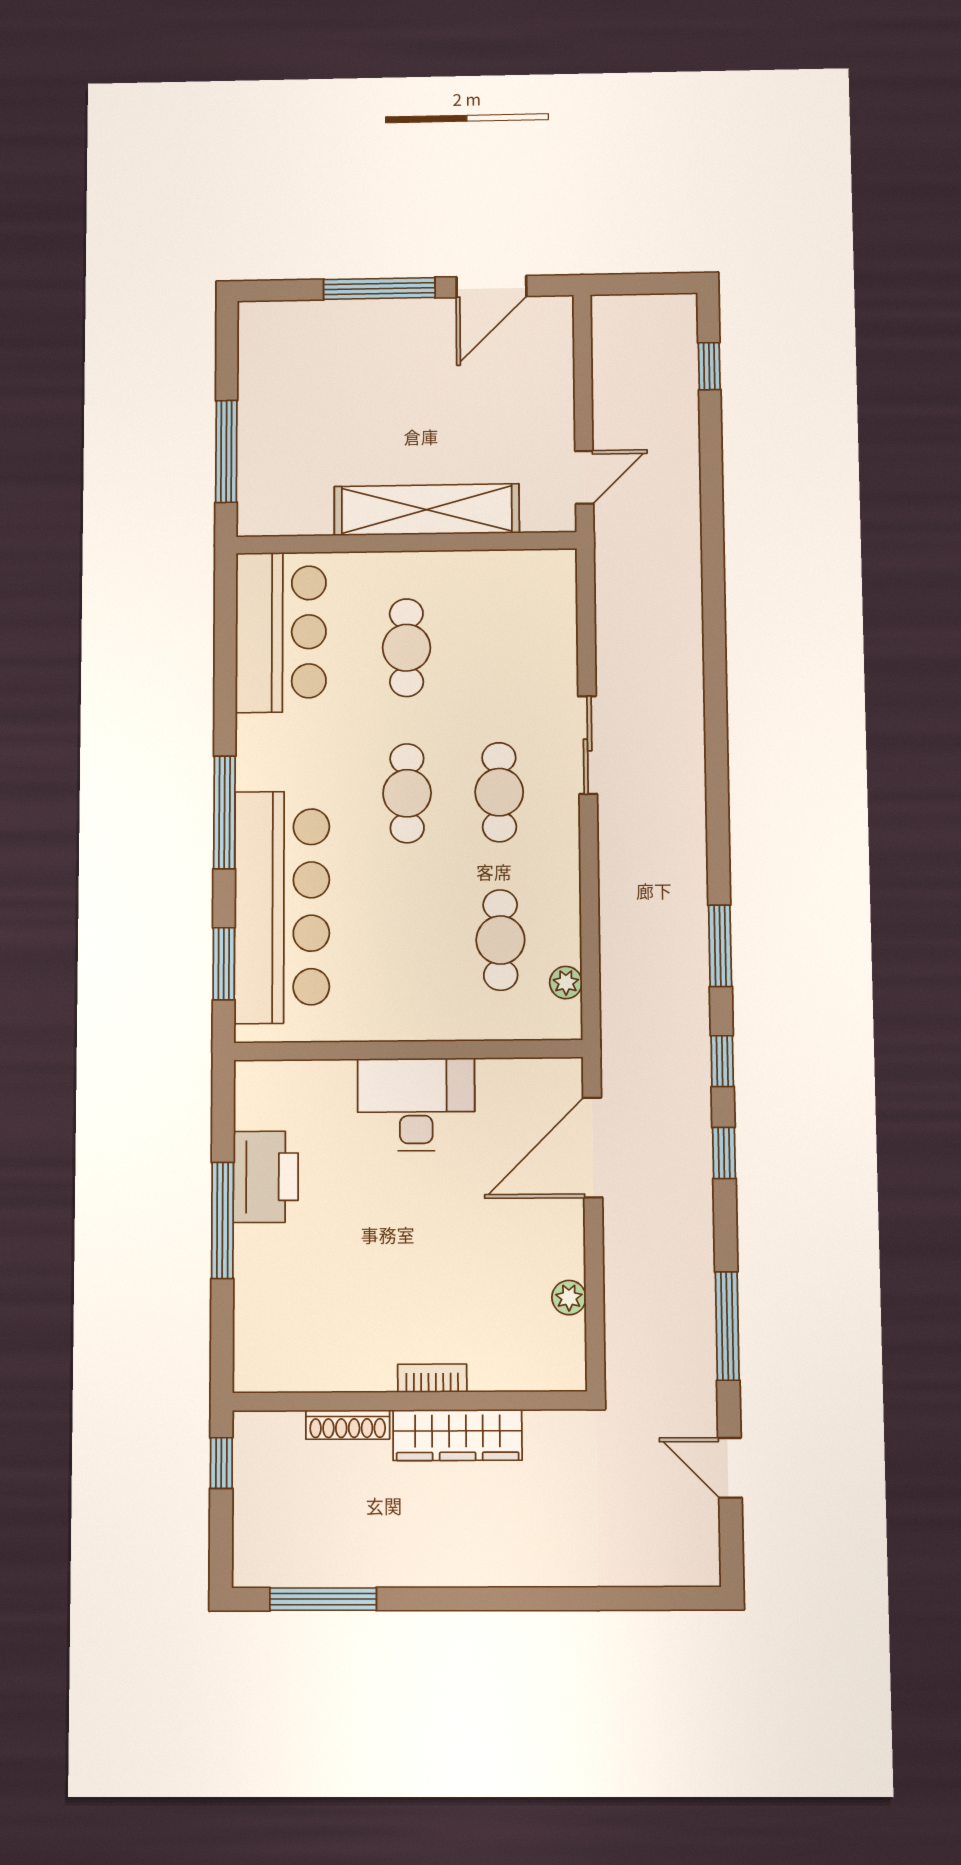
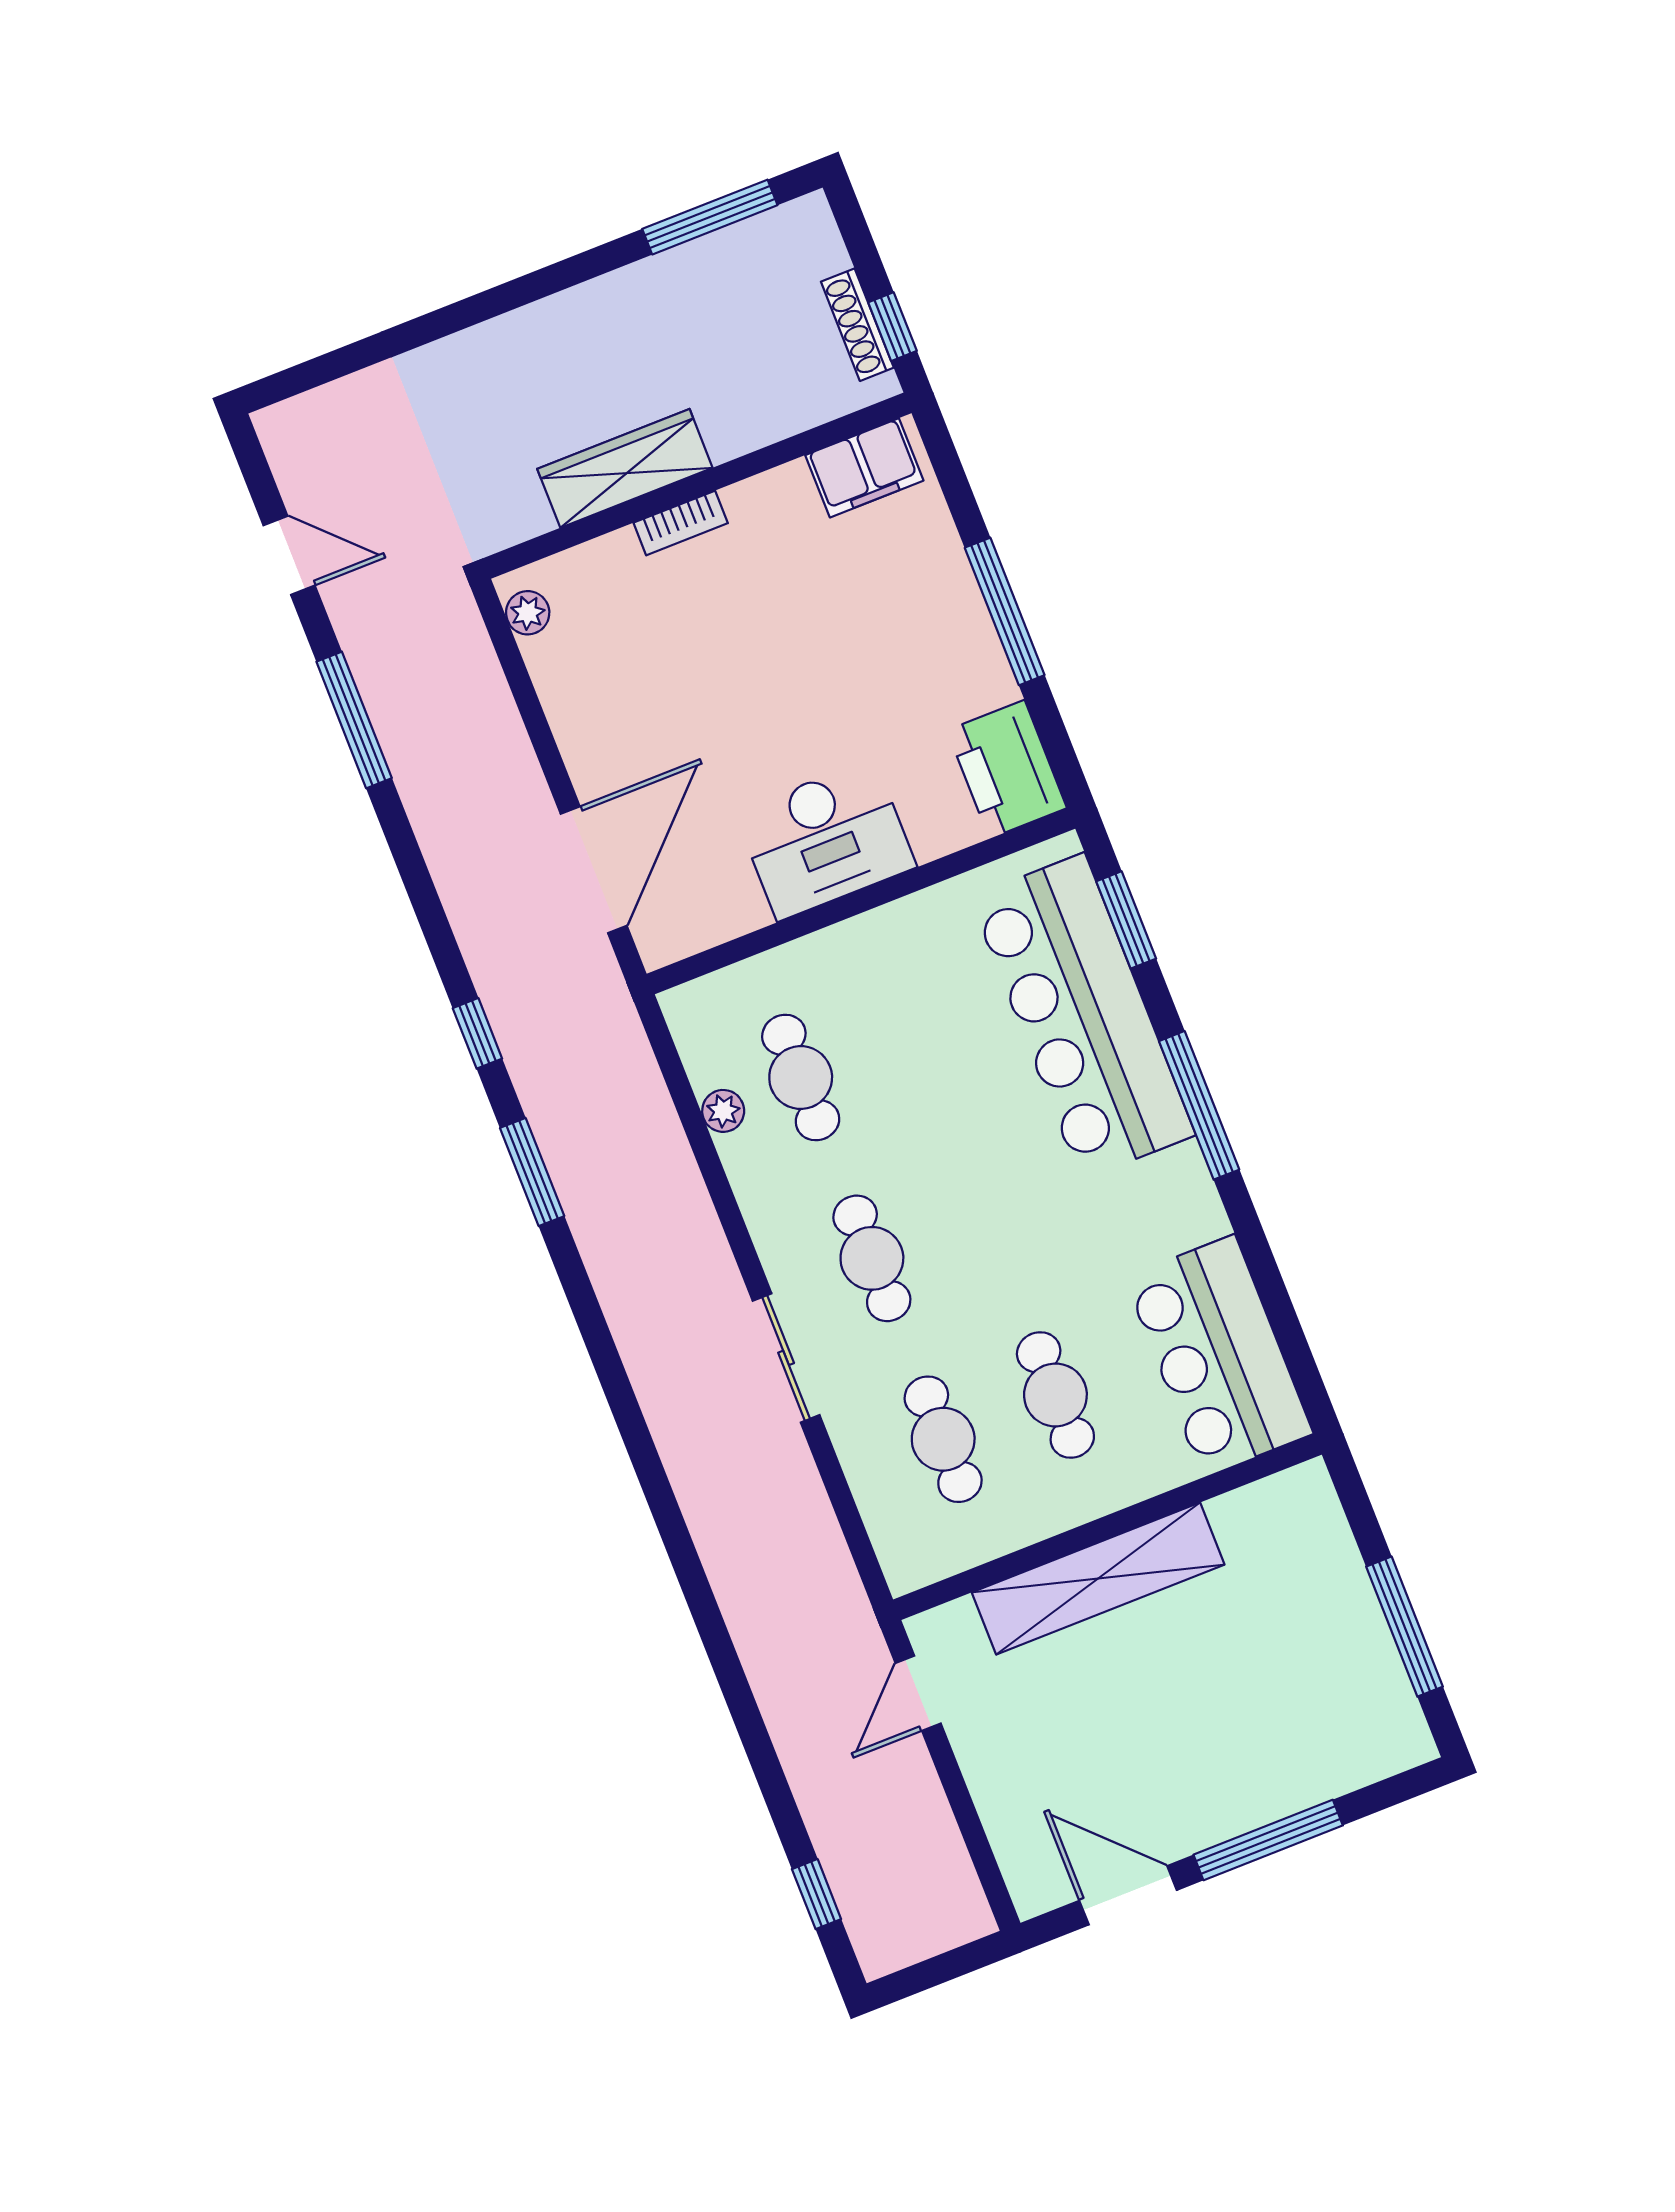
door: (491, 287) -> (1128, 1895), hinge flipped
window: (226, 451) -> (1404, 1627), moved
cafe table: (407, 793) -> (943, 1439), moved
plant: (566, 983) -> (723, 1111), moved
window: (724, 1153) -> (434, 924), removed
printer: (266, 1177) -> (1007, 769), moved
plant: (569, 1298) -> (528, 613), moved
filing cabinet: (283, 1366) -> (864, 468), added
shoe rack: (348, 1425) -> (857, 325), moved, turned -90

